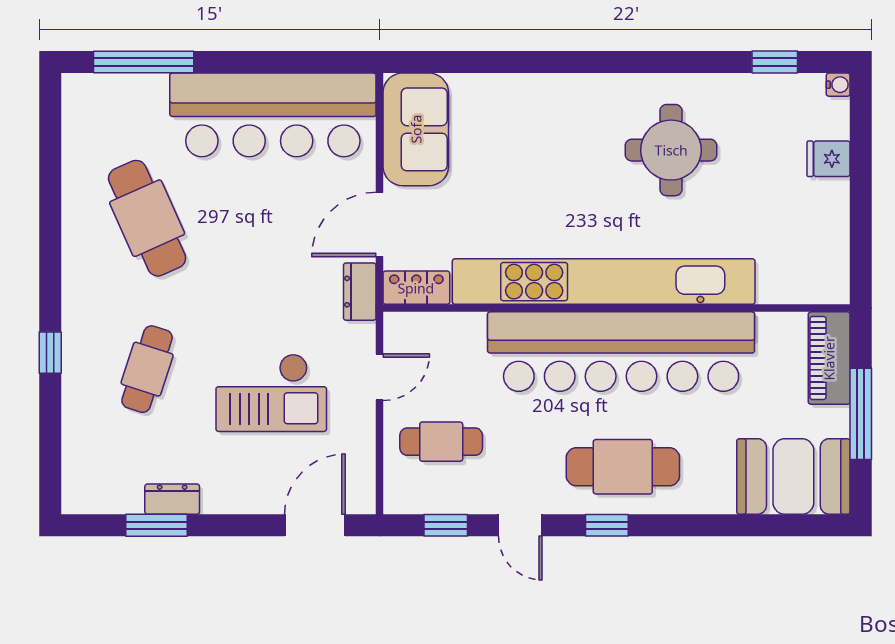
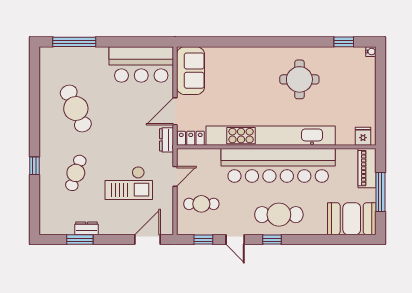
bar counter: (273, 115) -> (141, 64), width x0.73
fridge: (828, 159) -> (363, 136), moved, turned 90

